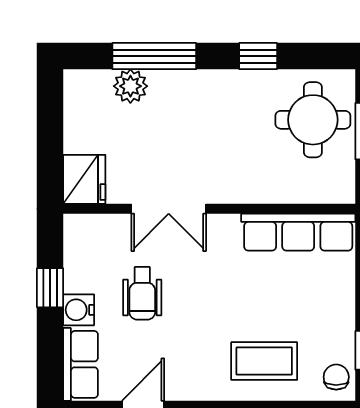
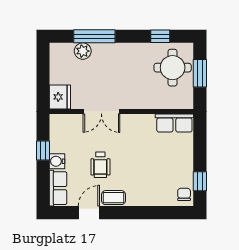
window: (258, 56) -> (160, 36), moved
row of seats: (298, 232) -> (174, 123), width x0.68
wheelchair: (142, 293) -> (100, 165), moved
coffee table: (264, 361) -> (113, 198), moved, width x0.73, depth x0.77

